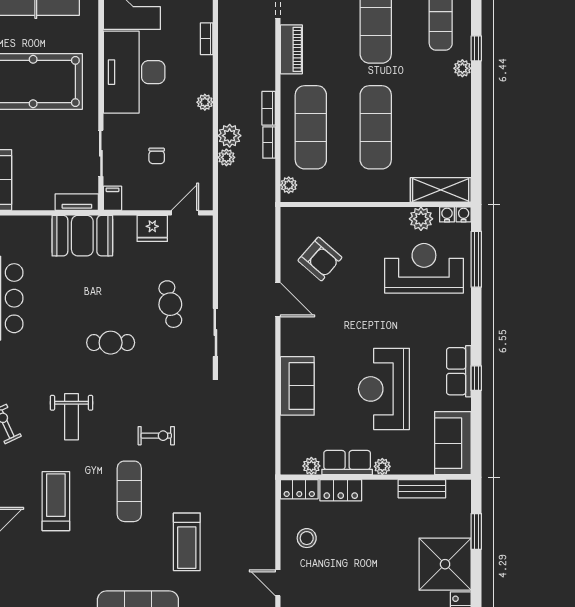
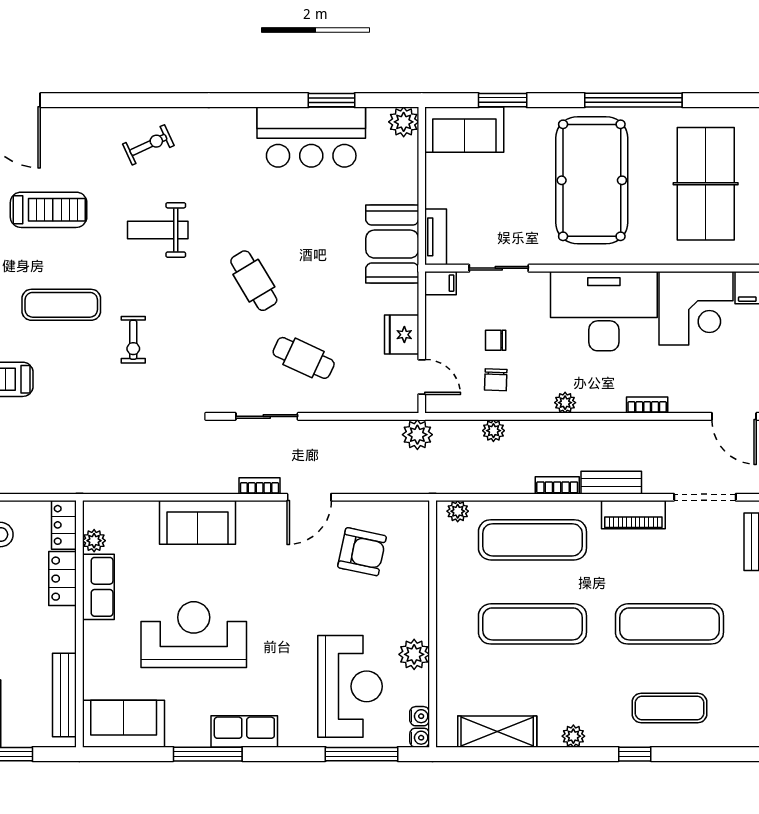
bench: (267, 66) -> (611, 483), added
plant: (462, 68) -> (573, 736), moved
plant: (230, 136) -> (417, 435), moved
bookcase: (269, 142) -> (260, 486), moved
chair: (187, 156) -> (496, 380), added
shelving: (441, 190) -> (497, 732), moved, turned 90
plant: (421, 219) -> (414, 654), moved
armchair: (320, 259) -> (362, 552), turned -119
cafe table: (170, 304) -> (304, 358), turned 37
cafe table: (111, 343) -> (254, 281), turned -31
row of seats: (459, 371) -> (244, 732), moved
window: (476, 378) -> (208, 754), width x2.17
plant: (382, 466) -> (93, 632), removed
bench: (422, 489) -> (64, 695), width x1.36

